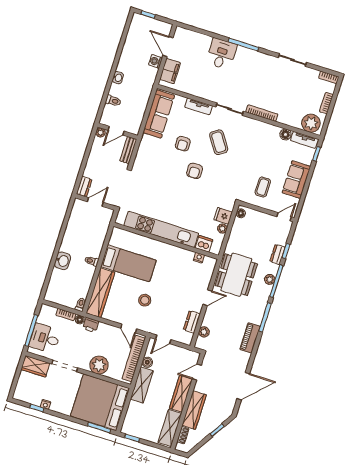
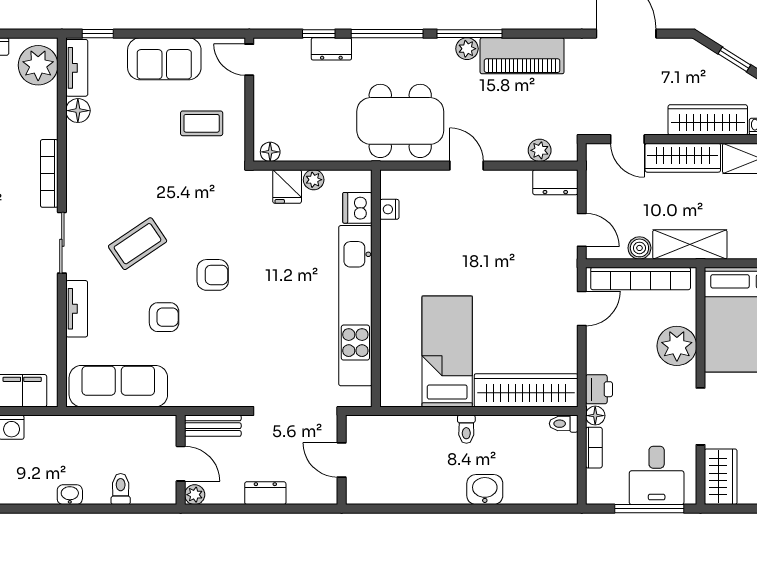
dresser: (84, 187) -> (265, 493), moved
plant: (270, 279) -> (467, 49), moved
stool: (145, 300) -> (513, 294), removed
dresser: (192, 322) -> (555, 182), moved
piano: (250, 338) -> (522, 56), width x1.37, depth x1.33

